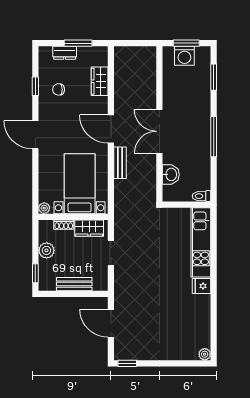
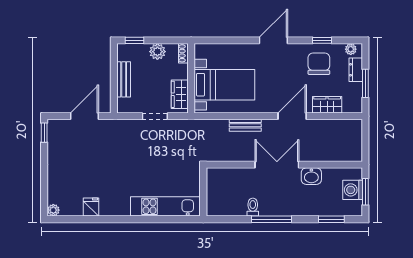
chair: (59, 89) -> (319, 64), width x1.87, depth x1.87
door: (111, 129) -> (292, 116), moved
washbasin: (171, 174) -> (311, 176), moved
toilet: (202, 196) -> (253, 207), moved
plant: (44, 208) -> (351, 49), moved
shoe rack: (64, 225) -> (183, 53), moved
fridge: (202, 286) -> (91, 207), moved

